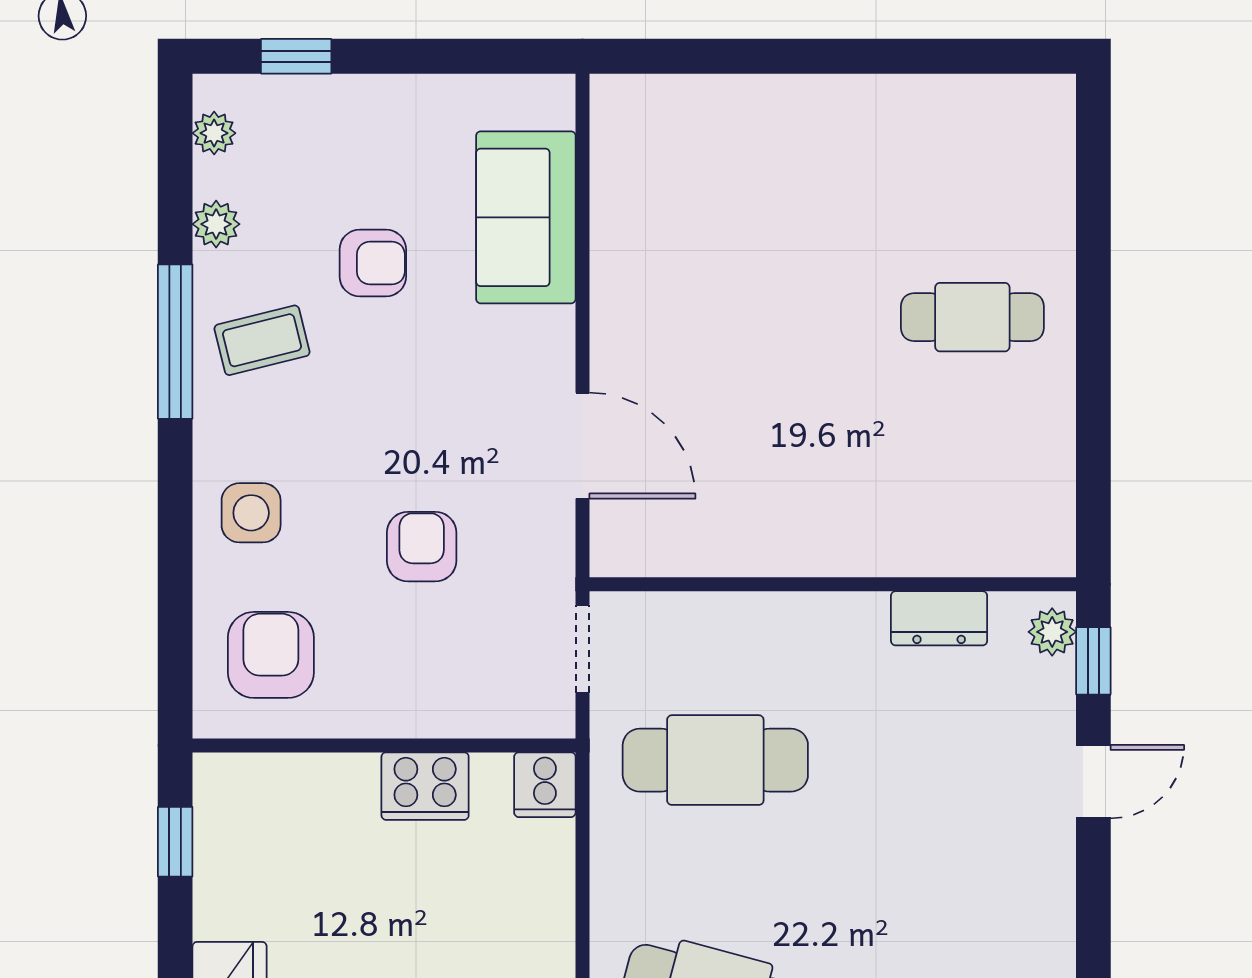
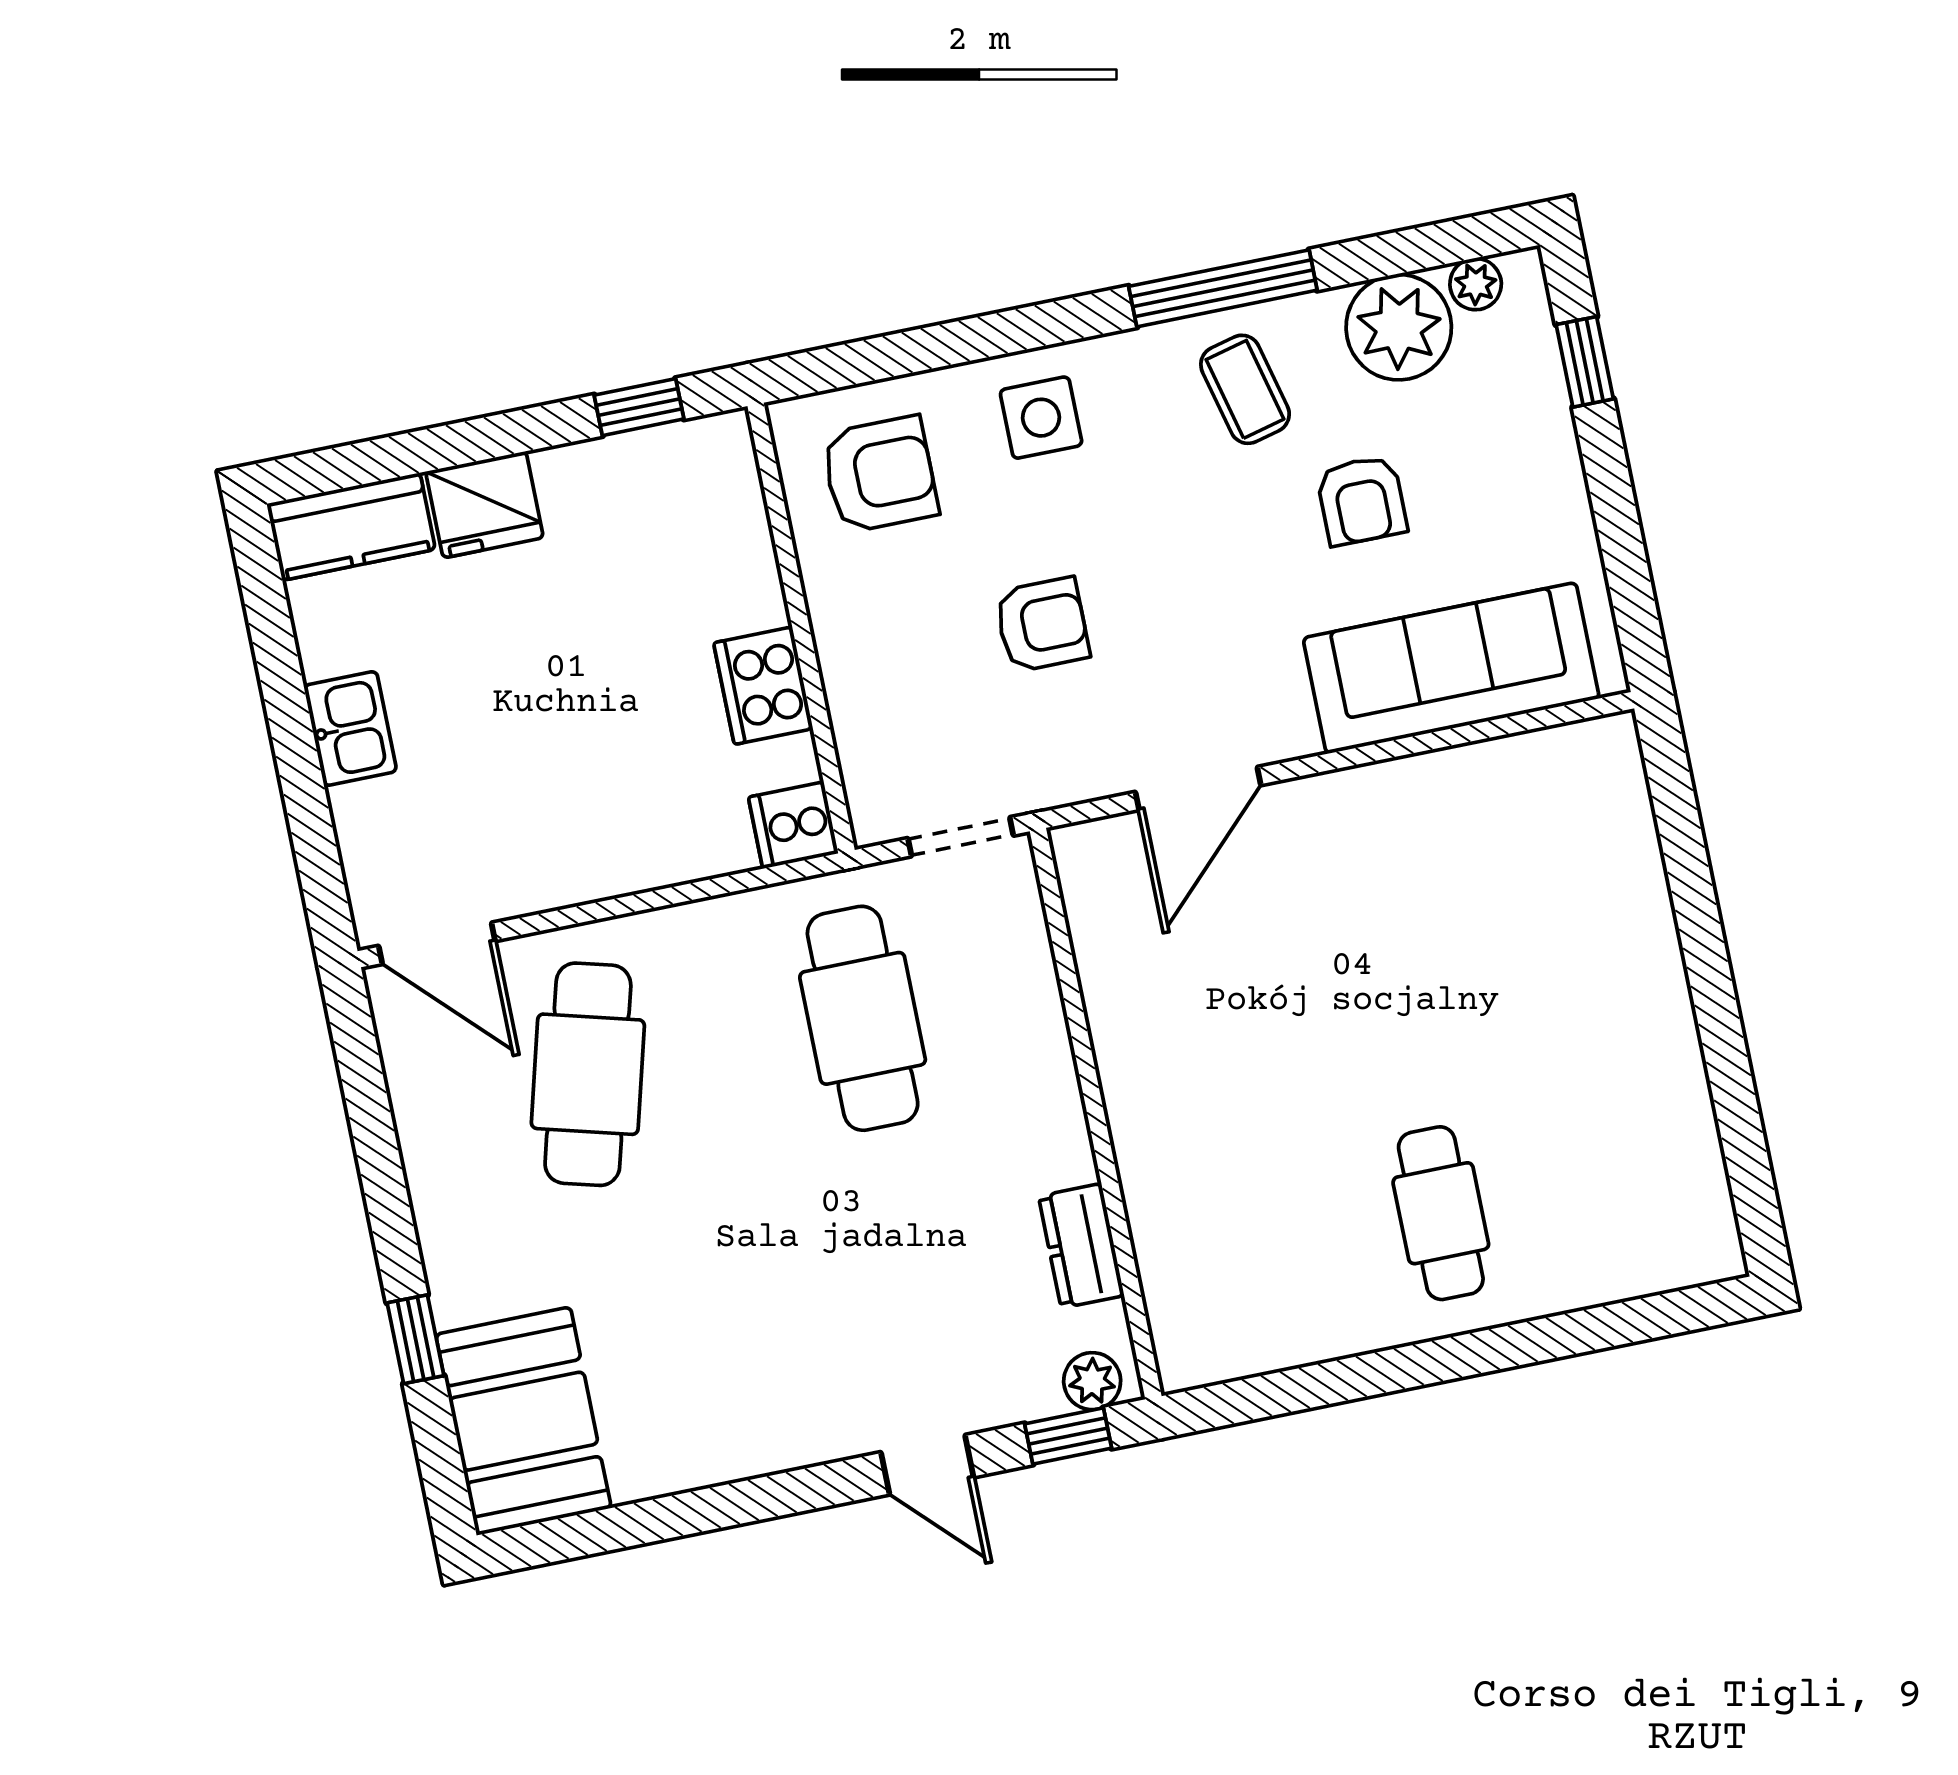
sofa: (526, 217) -> (1451, 668), width x1.36
plant: (216, 224) -> (1399, 327), width x1.88, depth x1.88

